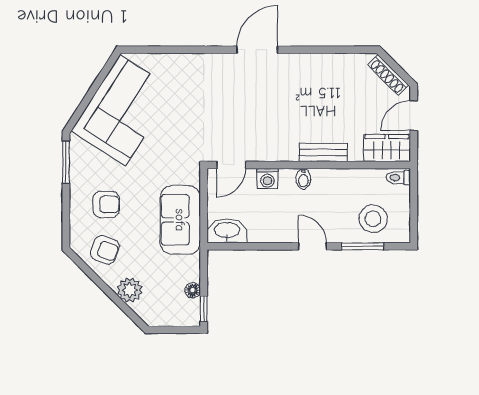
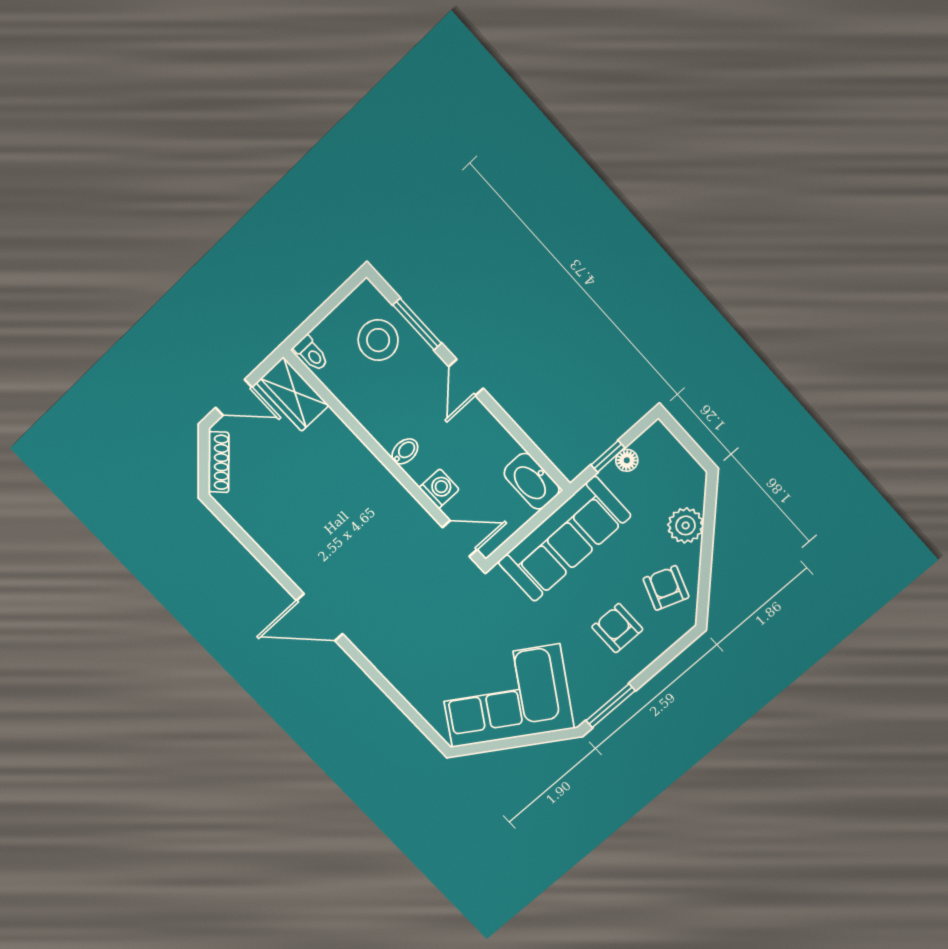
bench: (323, 152) -> (359, 456), removed
sofa: (180, 220) -> (564, 539), width x1.36
window: (204, 309) -> (608, 456), moved

